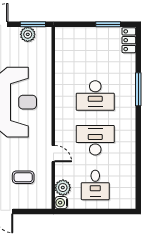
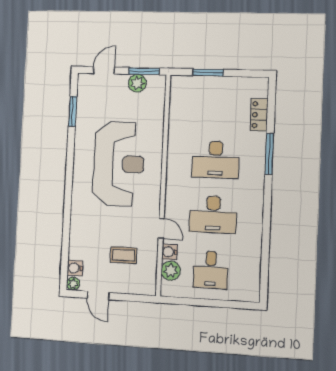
window: (108, 24) -> (208, 73), moved
locker: (129, 40) -> (259, 115), moved
desk: (95, 140) -> (213, 214), turned 180
water cooler: (61, 203) -> (170, 252), moved

